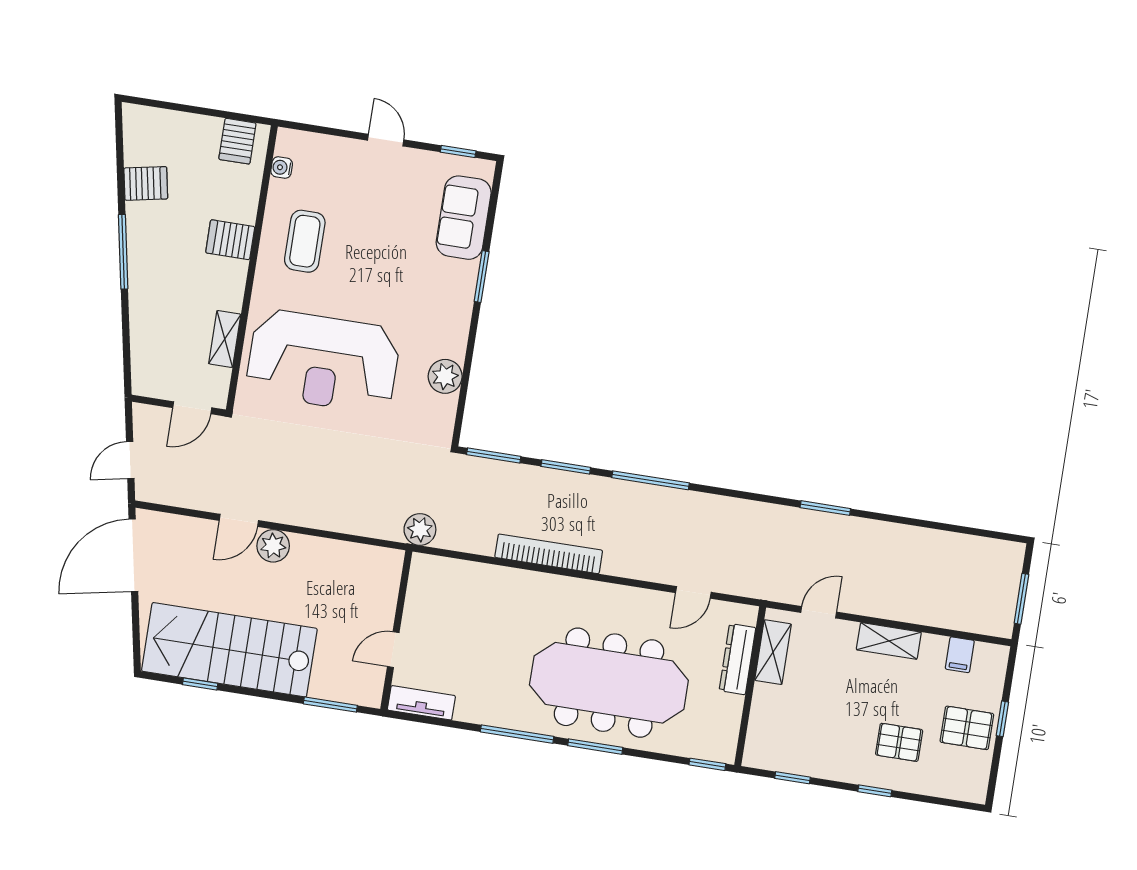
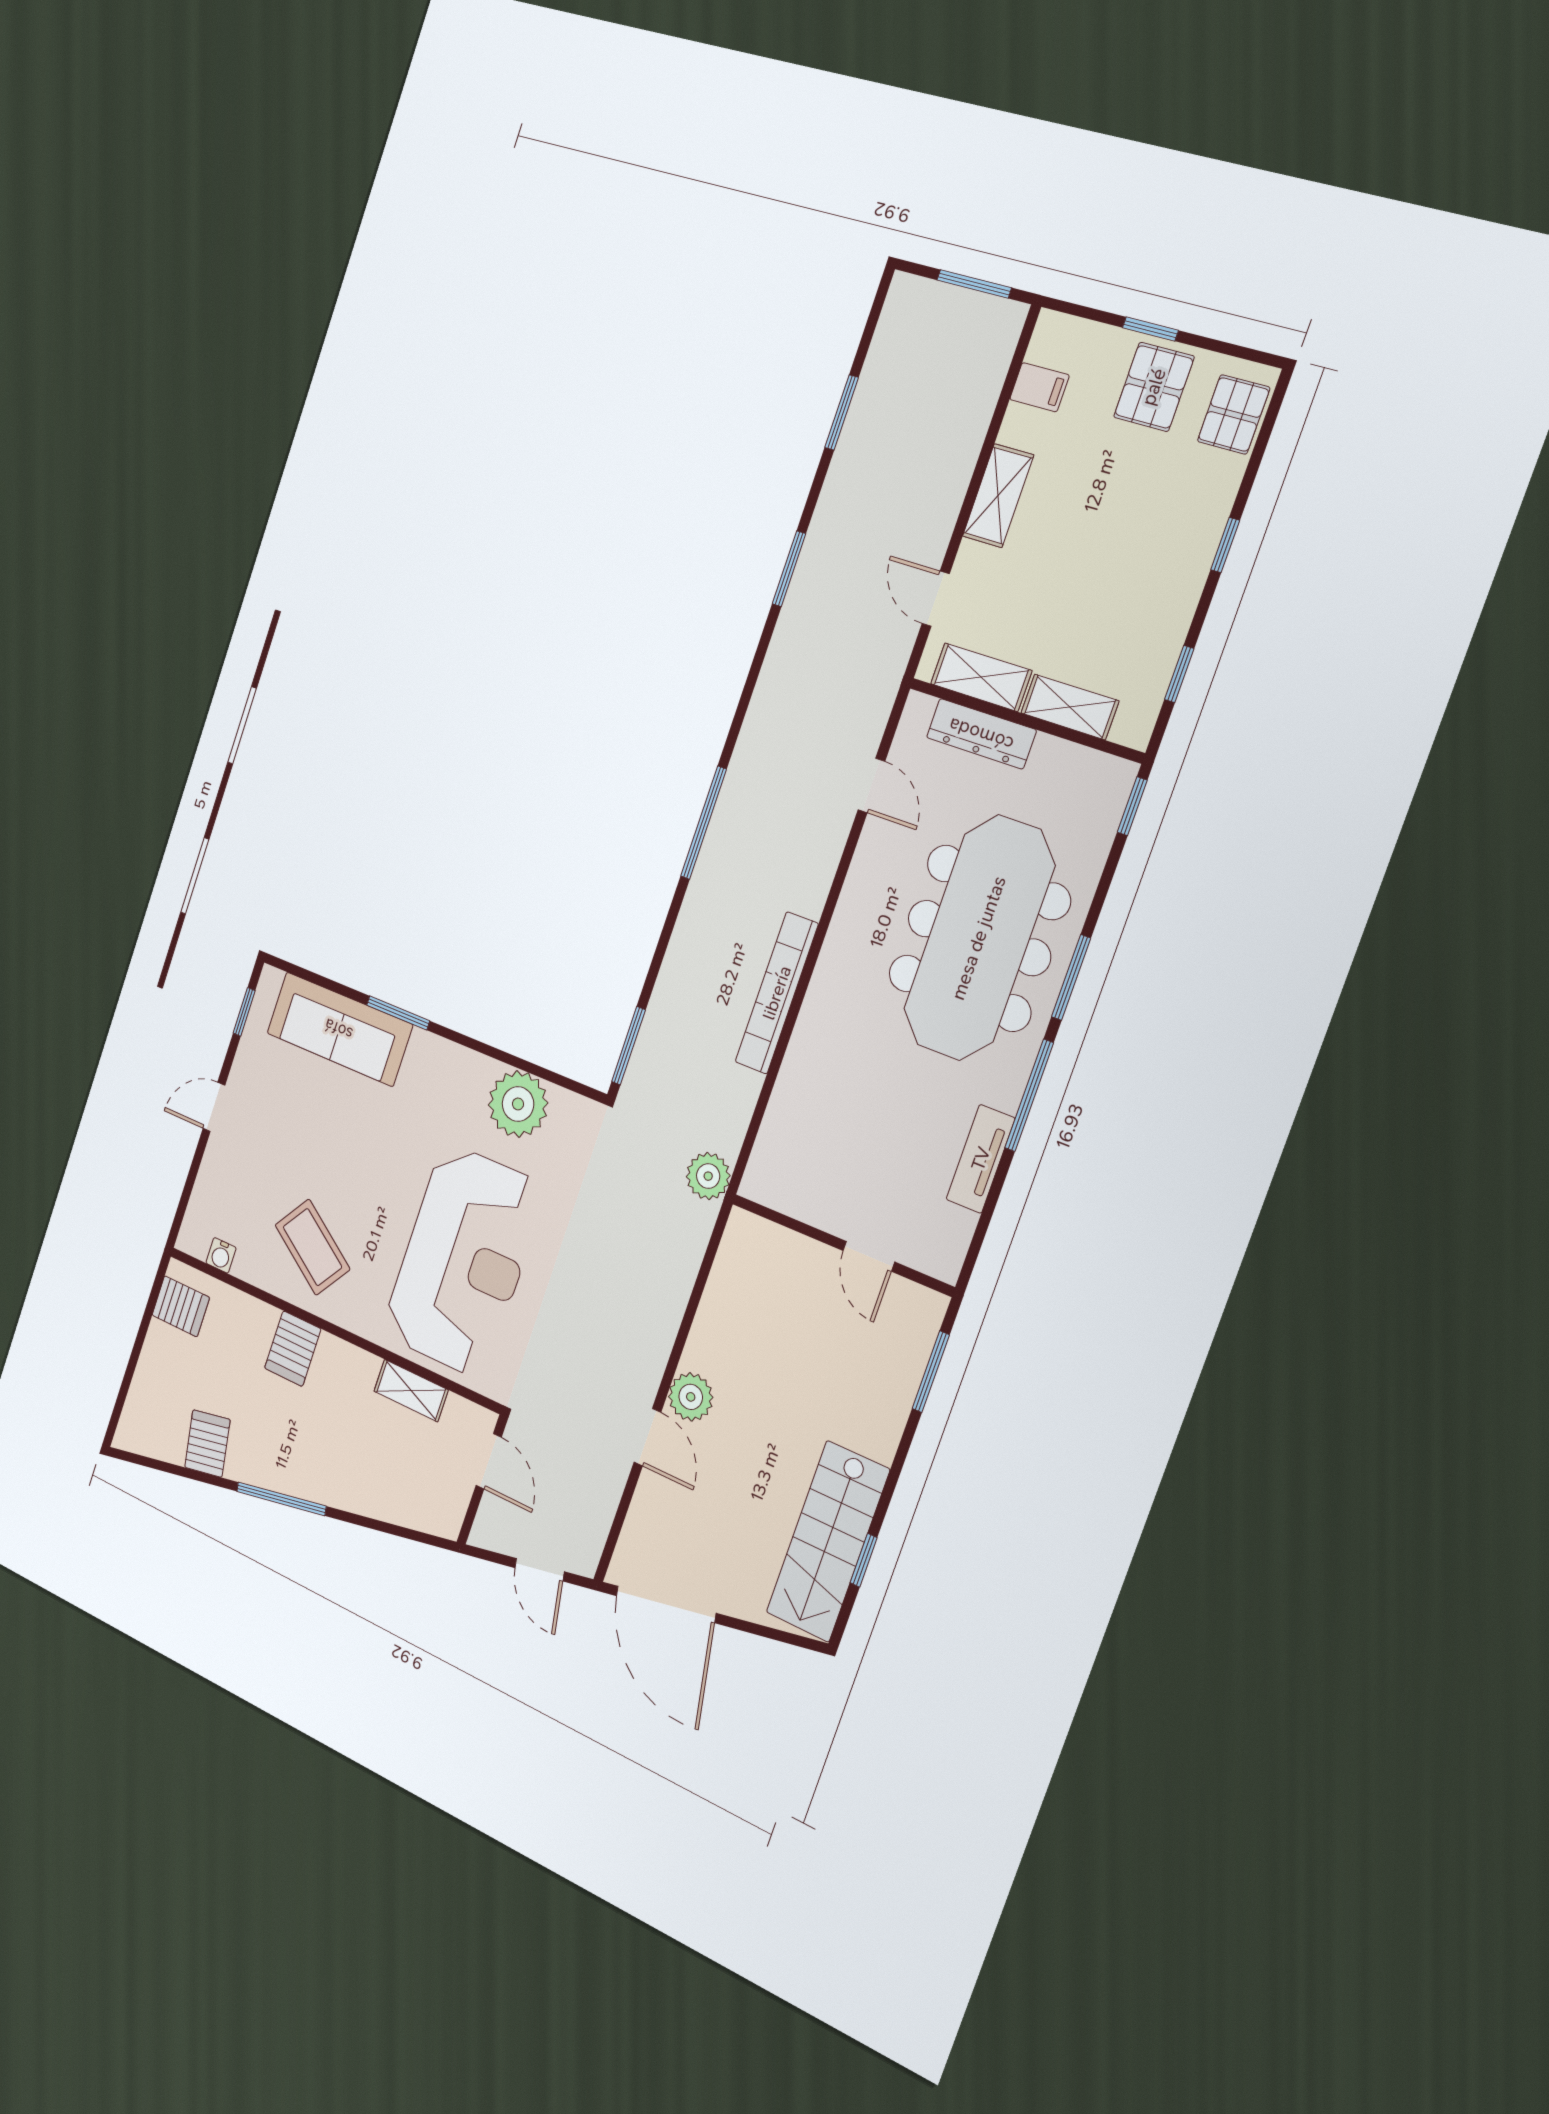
sofa: (464, 218) -> (339, 1029), width x1.36
coffee table: (305, 241) -> (312, 1247), turned 35
plant: (445, 376) -> (518, 1104), width x1.36, depth x1.36
window: (566, 467) -> (842, 413), moved
stairs: (229, 650) -> (828, 1541), width x0.73, depth x0.66
tv unit: (421, 703) -> (981, 1159), moved
shelving: (763, 713) -> (1070, 707), added
pallet: (899, 742) -> (1234, 414), moved

